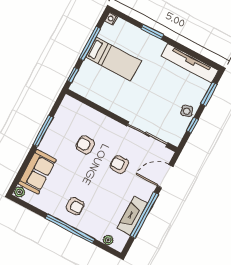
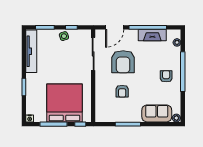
bed: (113, 59) -> (64, 103), width x2.04
armchair: (119, 165) -> (123, 62), width x1.88, depth x1.88
door: (165, 176) -> (115, 27), hinge flipped

